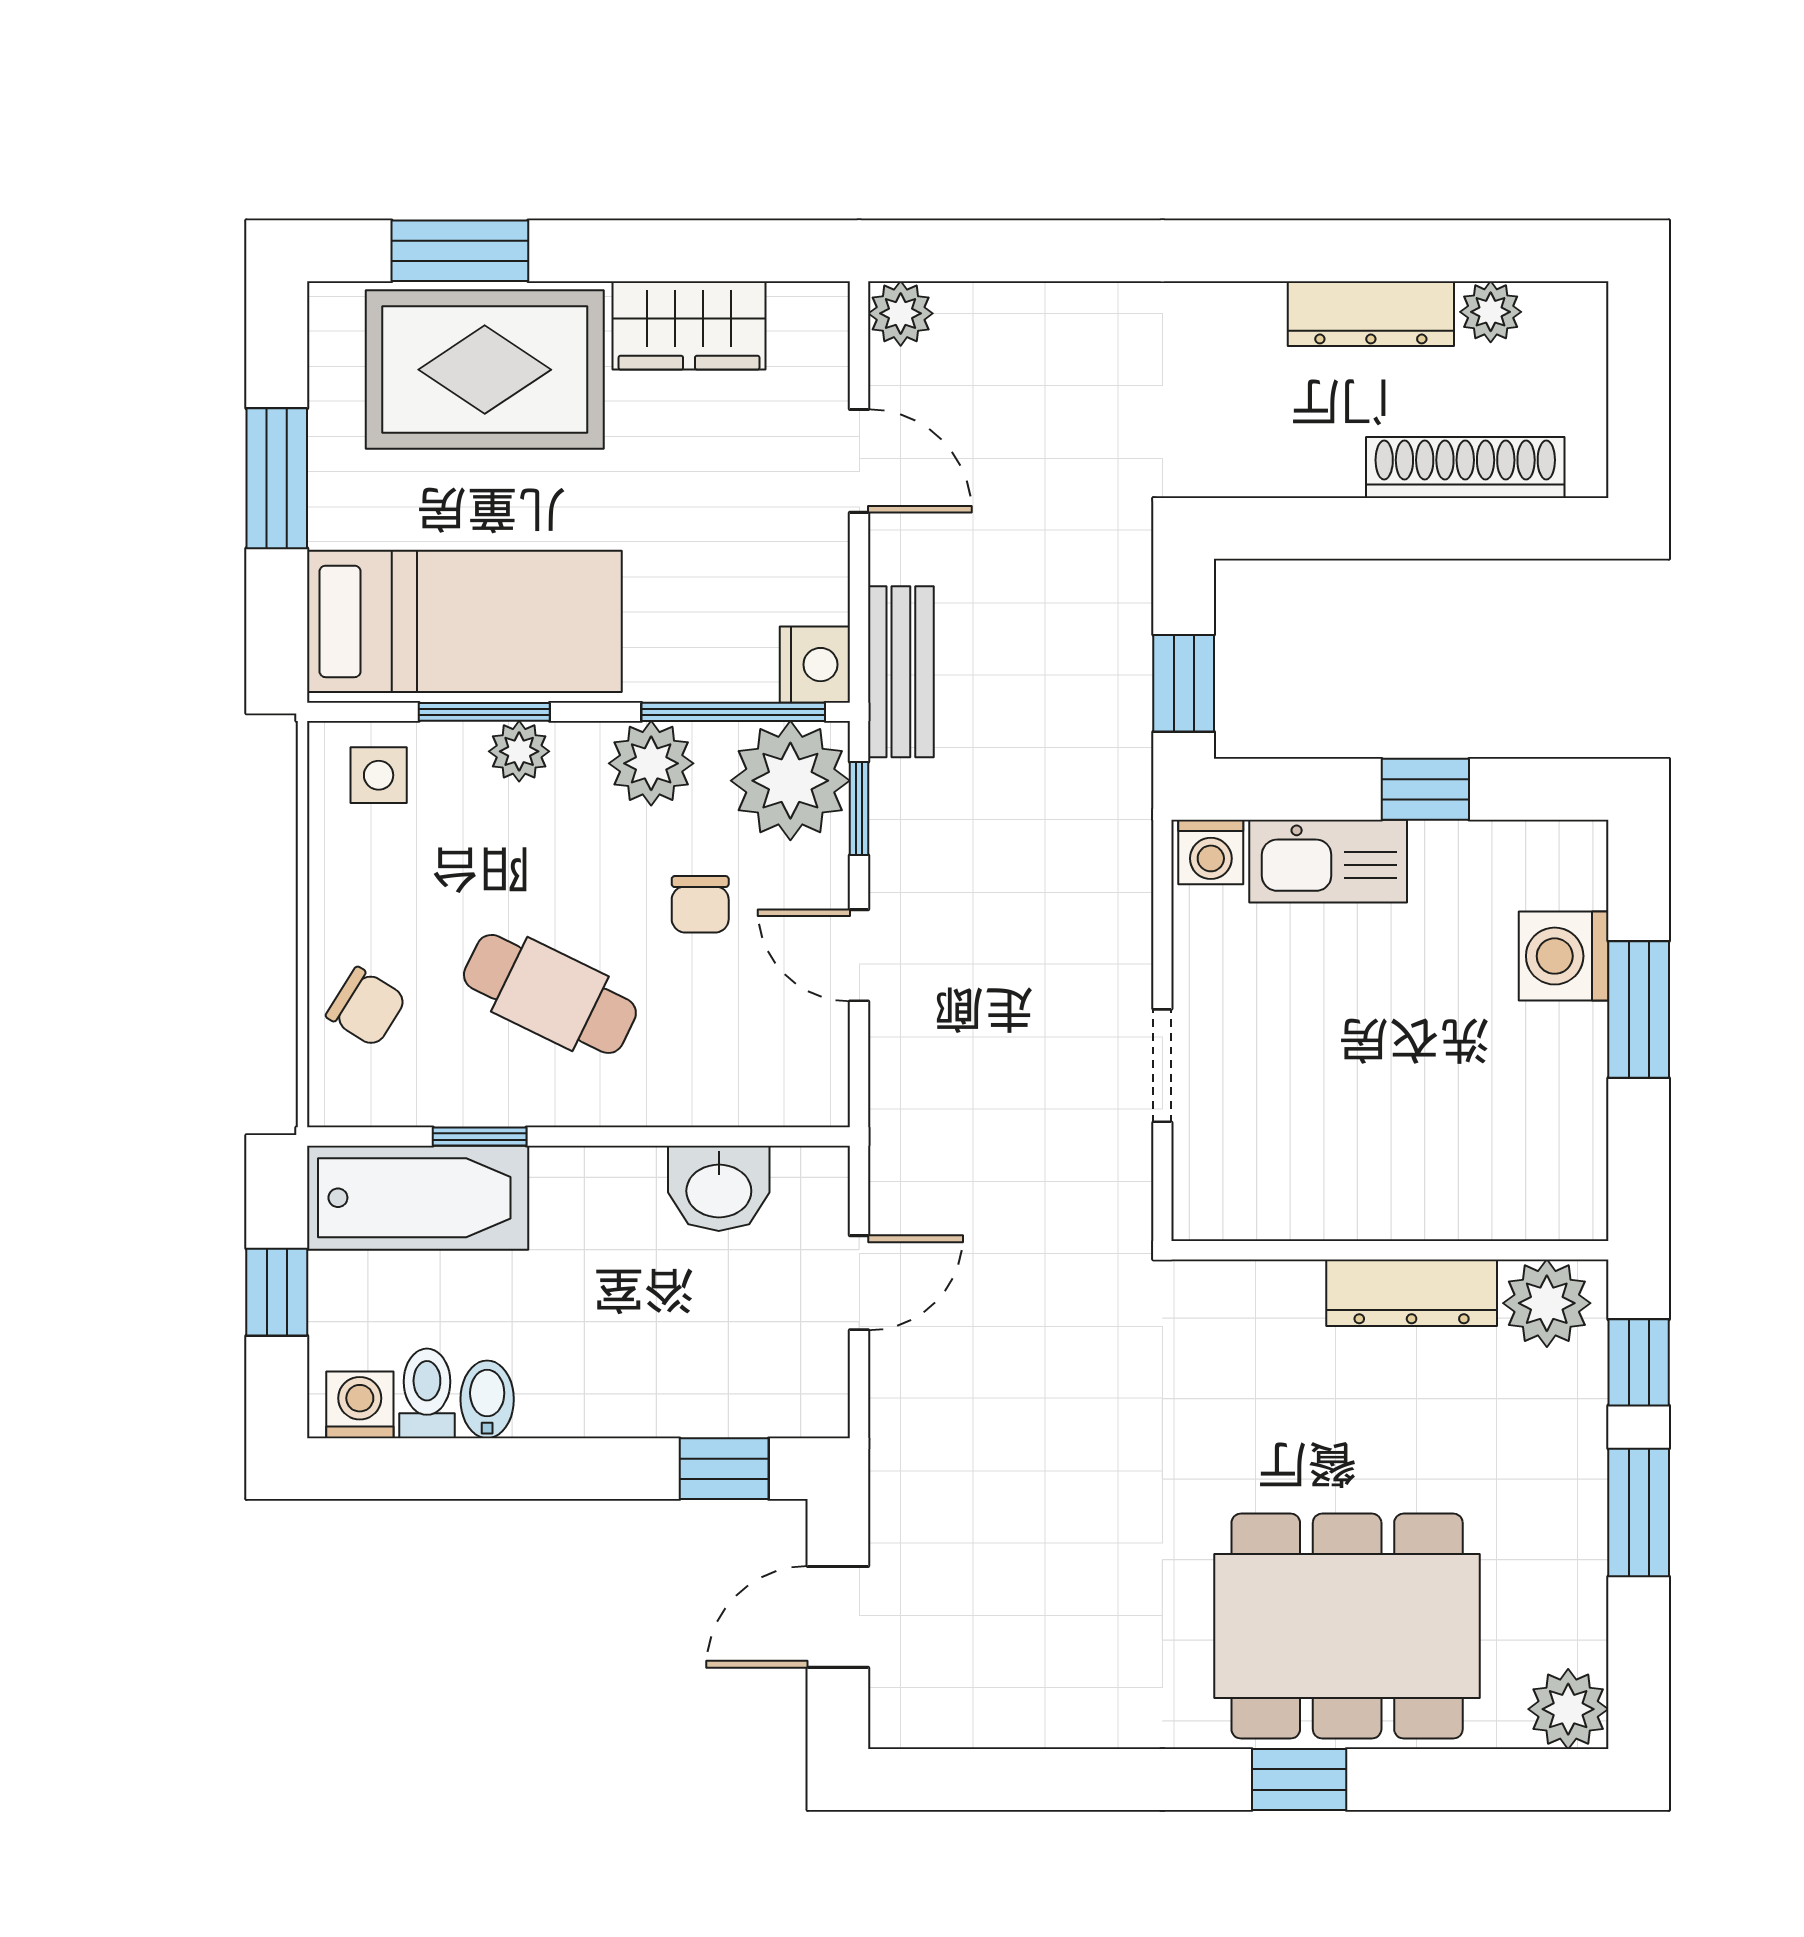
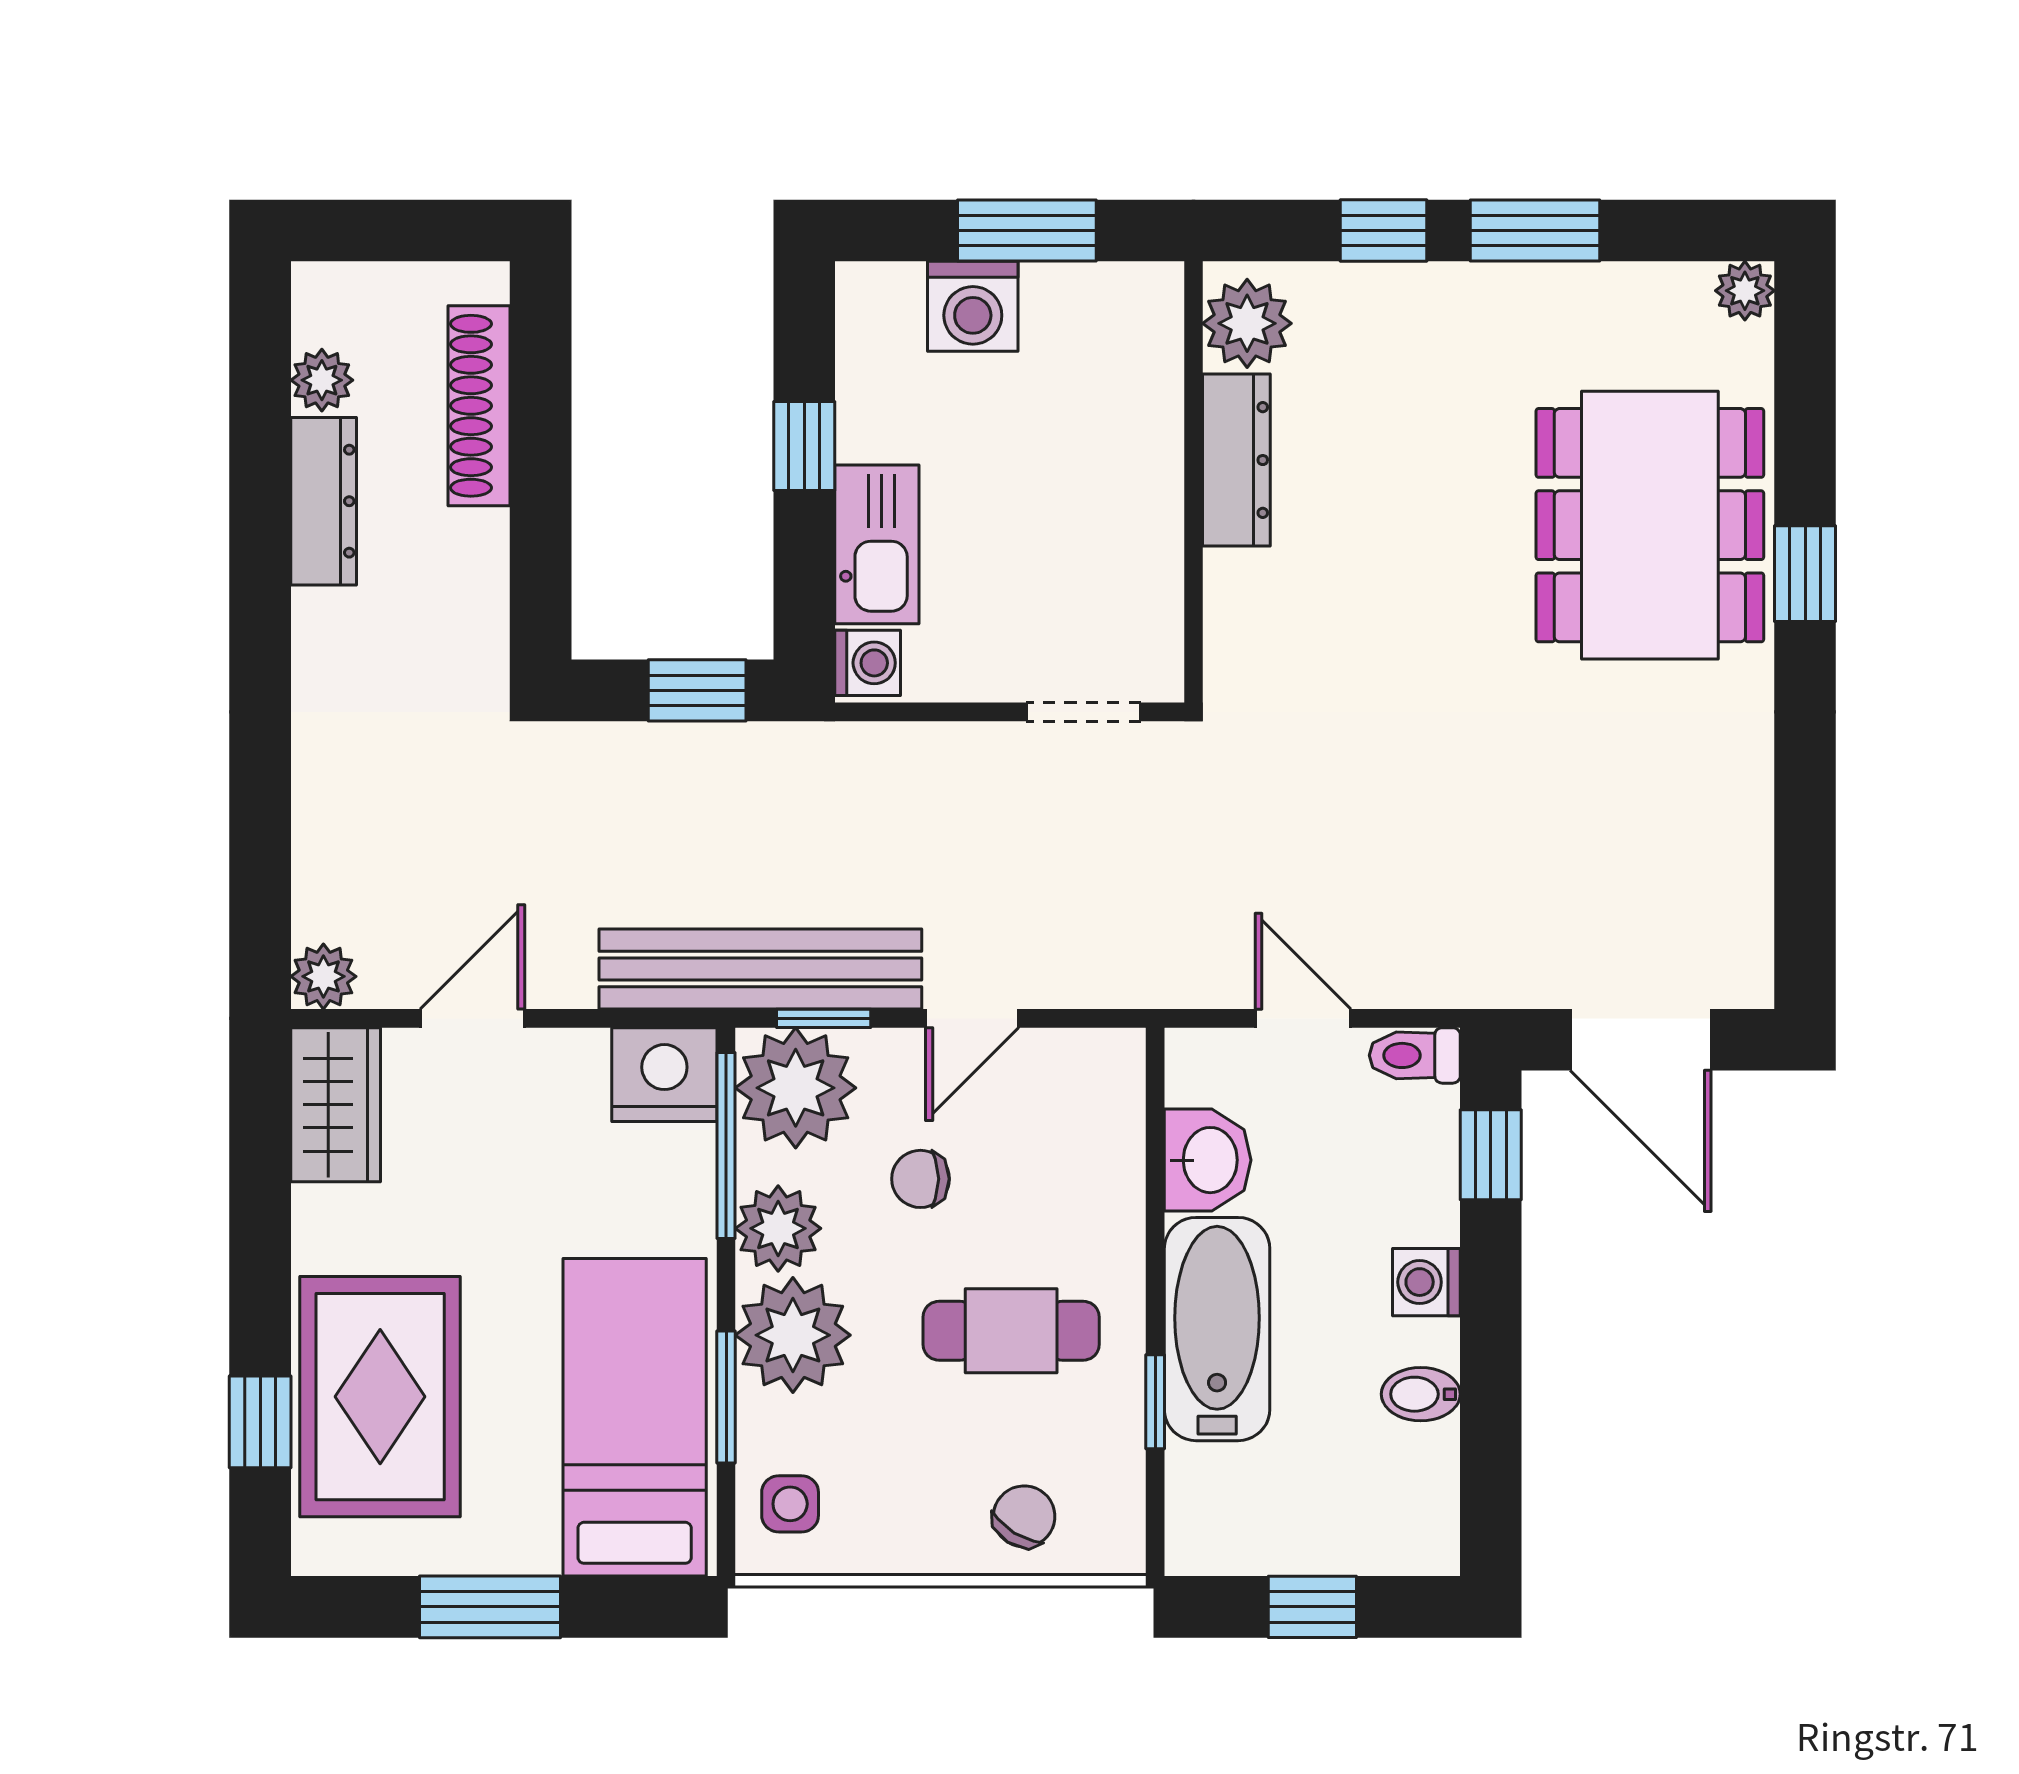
window: (460, 251) -> (260, 1422), width x0.67
wardrobe: (689, 325) -> (336, 1105), moved
nightstand: (815, 665) -> (664, 1075), width x1.36, depth x1.33
bench: (901, 672) -> (760, 969), width x1.86, depth x1.21
plant: (519, 751) -> (793, 1335), width x1.88, depth x1.88
chair: (700, 904) -> (920, 1179), turned 180
cafe table: (550, 994) -> (1011, 1331), turned 64
bathtub: (418, 1198) -> (1217, 1329), moved
wall: (1390, 1250) -> (1194, 482), moved
dresser: (1412, 1293) -> (1236, 460), moved
plant: (1547, 1303) -> (1247, 323), moved
toilet: (427, 1393) -> (1415, 1055), moved
washing machine: (360, 1405) -> (1426, 1282), moved
door: (838, 1617) -> (1641, 1040), width x1.38
plant: (1568, 1709) -> (1745, 291), width x0.73, depth x0.73

